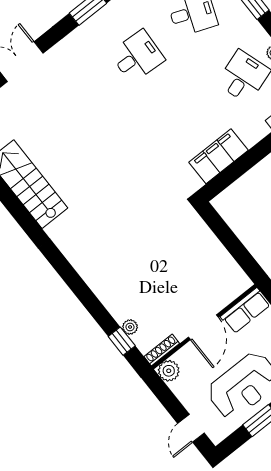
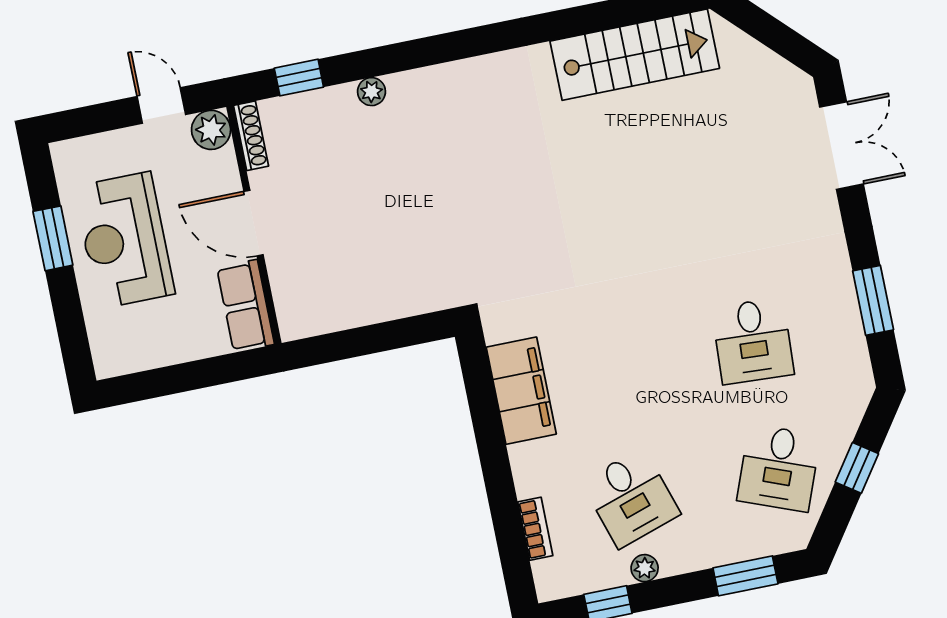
plant: (130, 327) -> (372, 92), moved
door: (191, 428) -> (161, 106), moved

